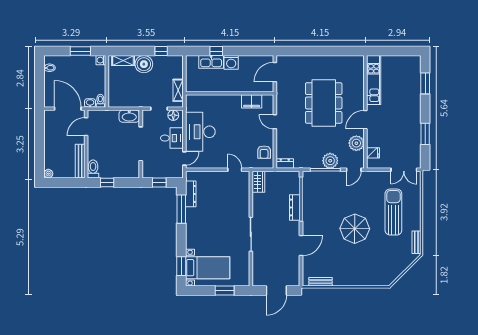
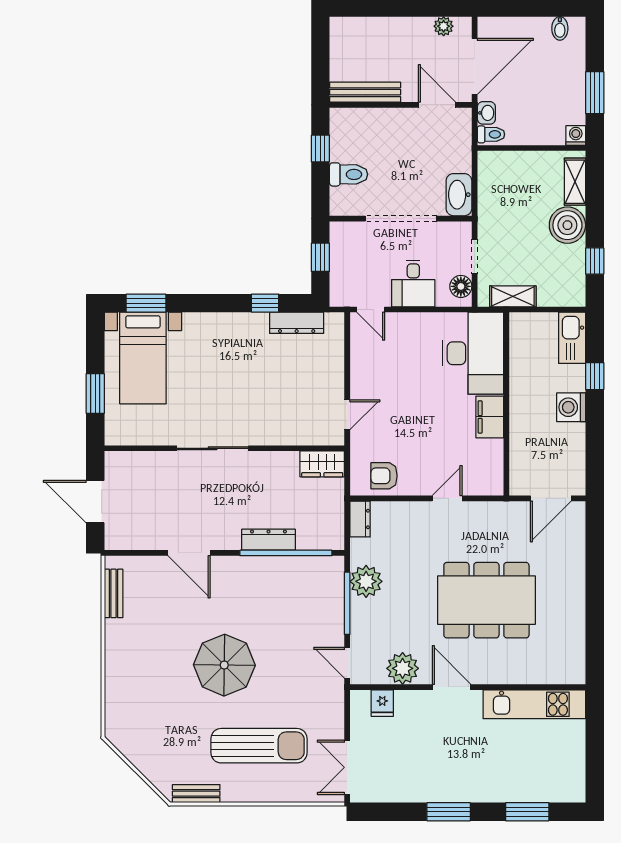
kitchen sink: (211, 62) -> (572, 338), moved
door: (275, 72) -> (551, 498), swing flipped
filing cabinet: (252, 101) -> (490, 417), moved
desk: (200, 132) -> (473, 353), moved, turned 90
window: (425, 134) -> (449, 812), moved
plant: (330, 161) -> (366, 581), moved
toilet: (93, 169) -> (349, 174), moved
plant: (48, 174) -> (444, 26), moved
window: (181, 209) -> (265, 303), width x0.46

